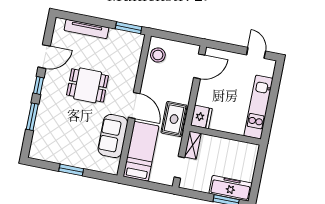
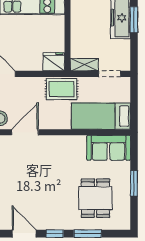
dining table: (88, 85) -> (95, 198), moved
door: (134, 105) -> (25, 132), moved
sofa: (113, 136) -> (109, 148), moved

